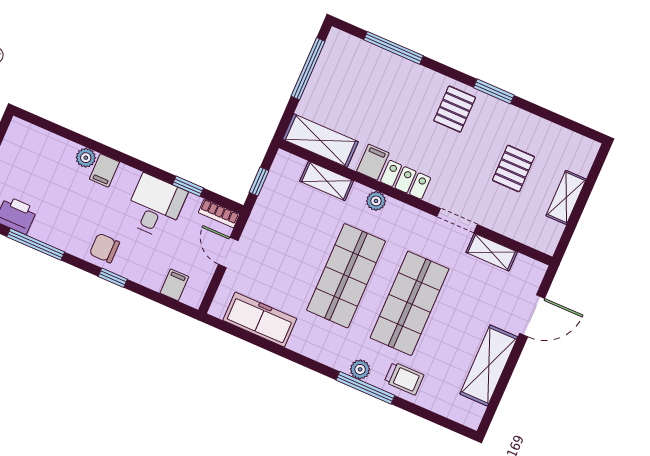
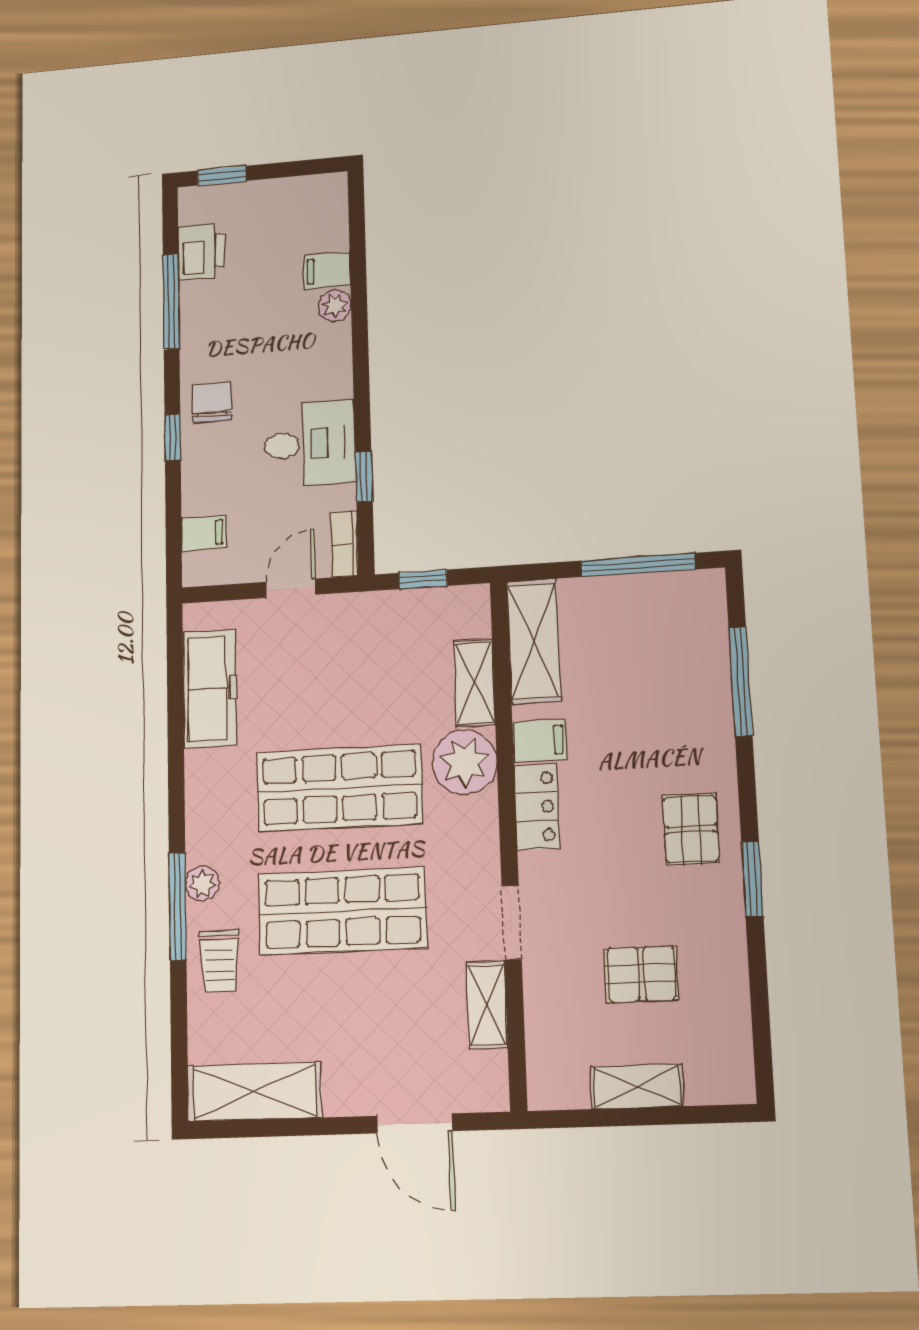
pallet: (455, 109) -> (691, 829), turned 90
filing cabinet: (104, 170) -> (327, 271), moved
plant: (376, 201) -> (465, 762), width x1.88, depth x1.88
shelving: (489, 365) -> (254, 1092), moved

